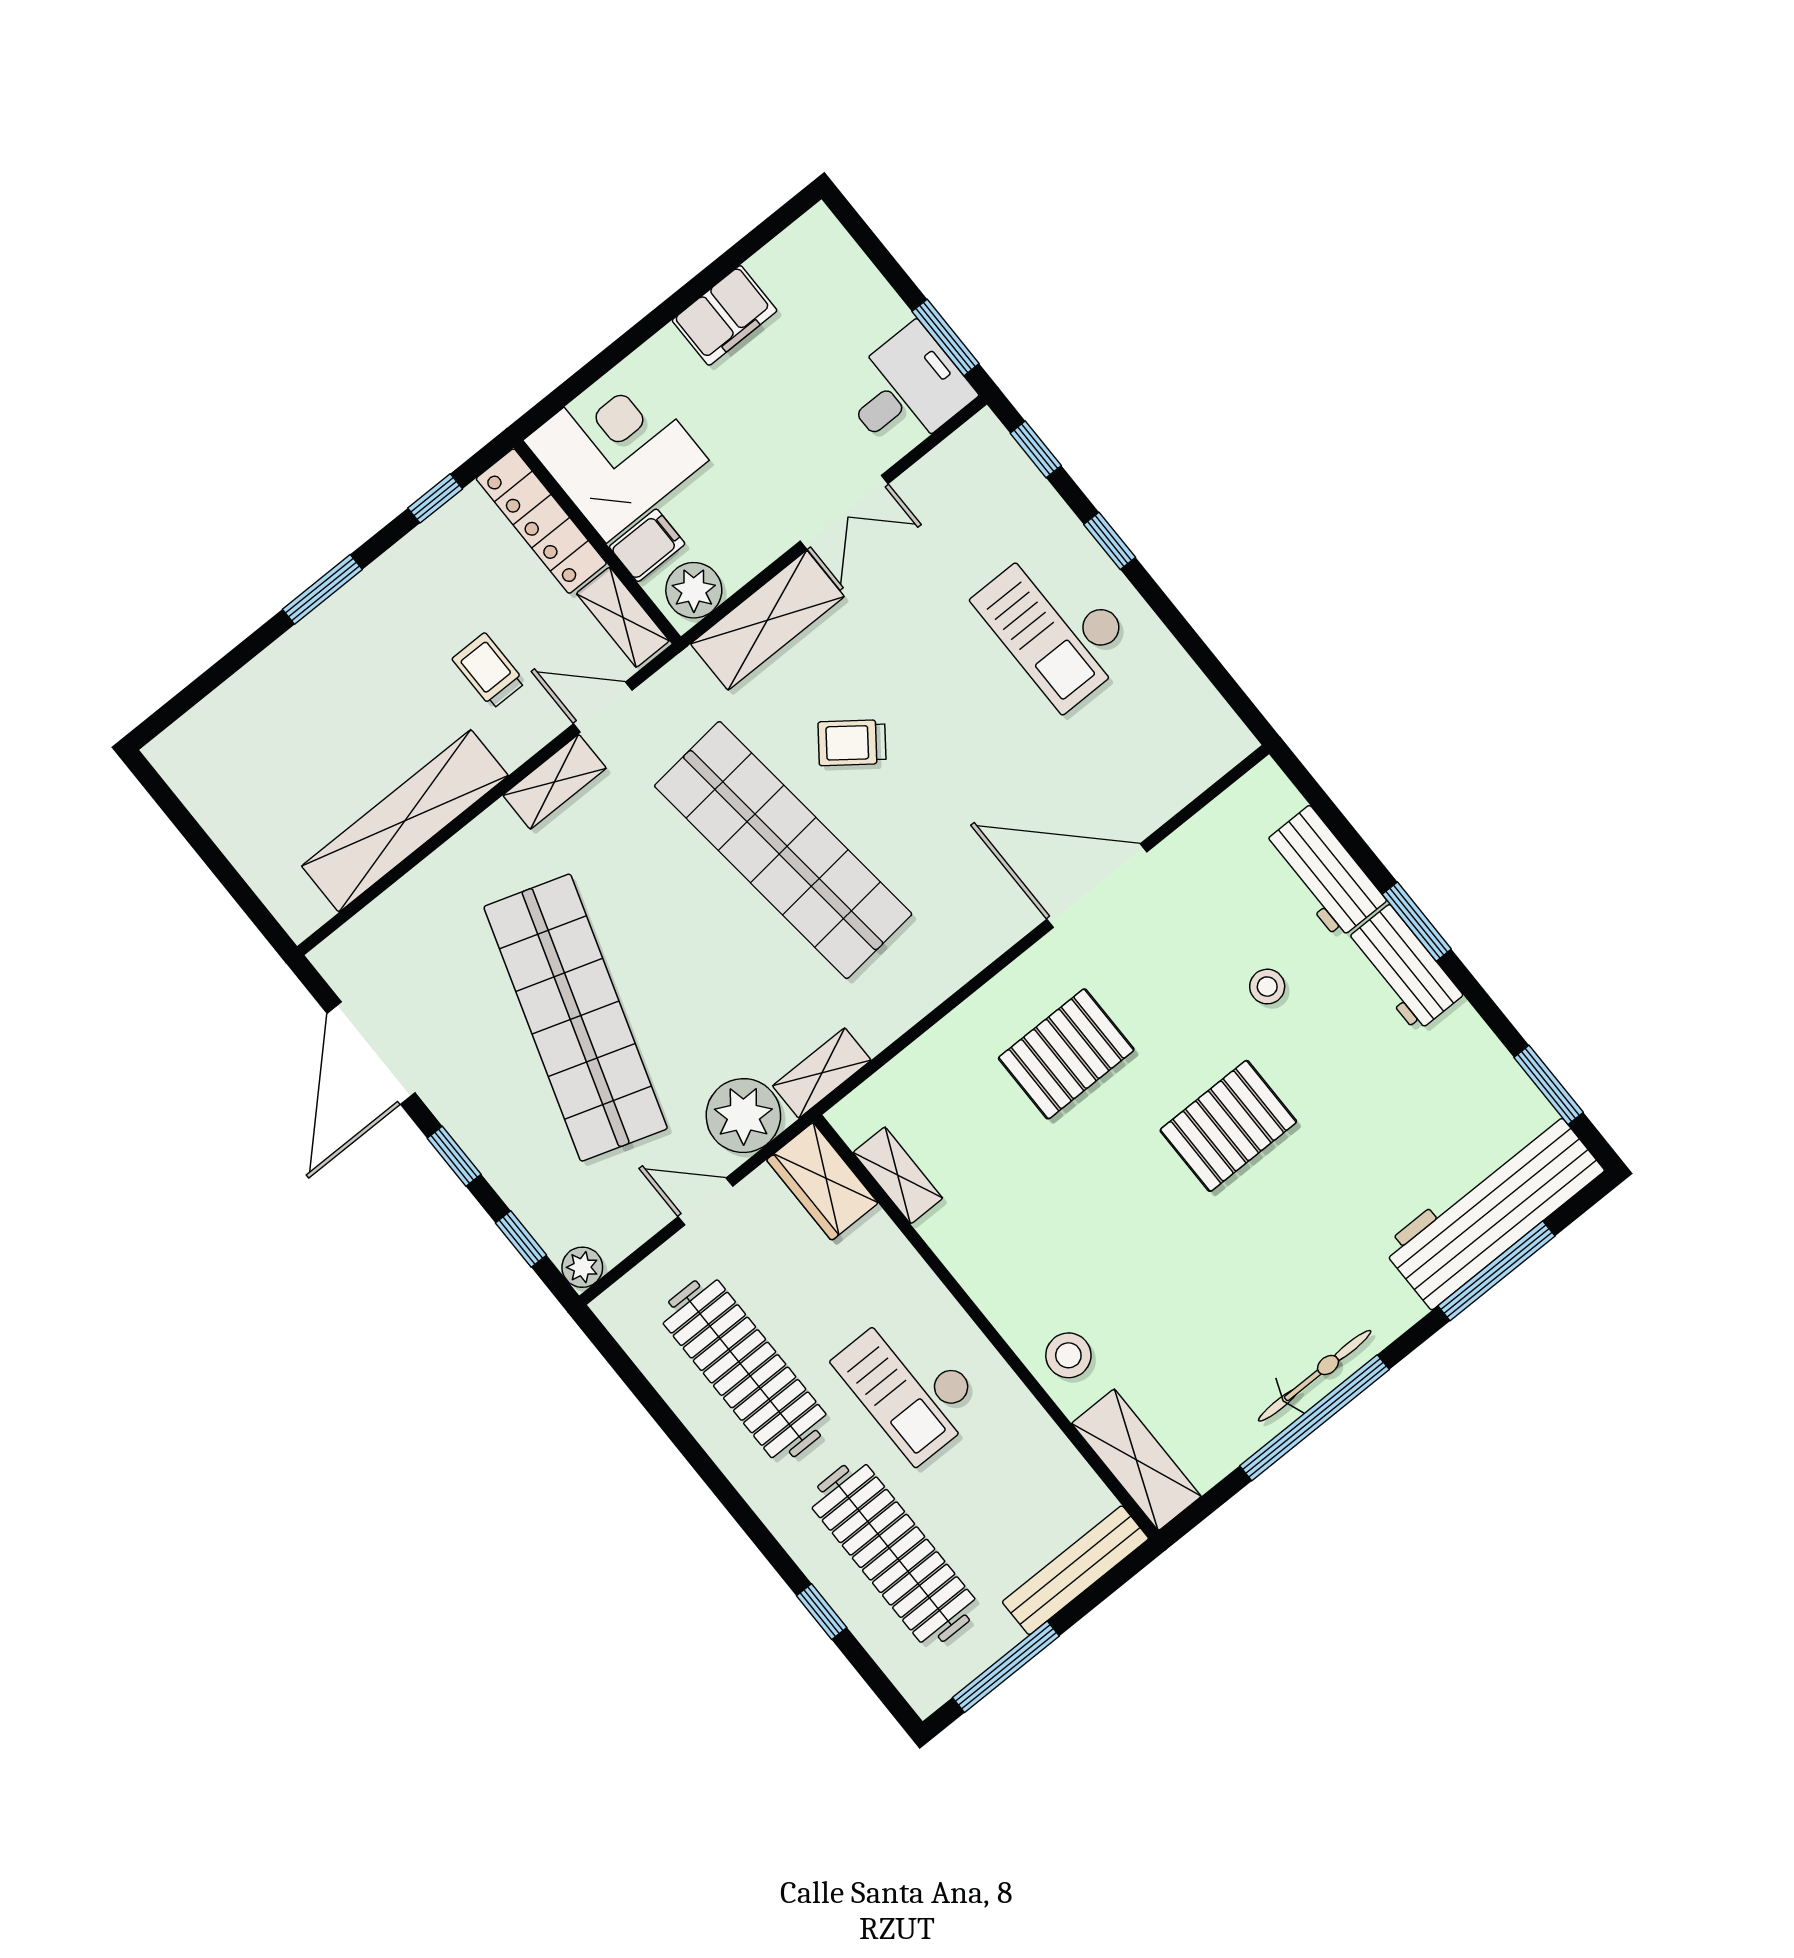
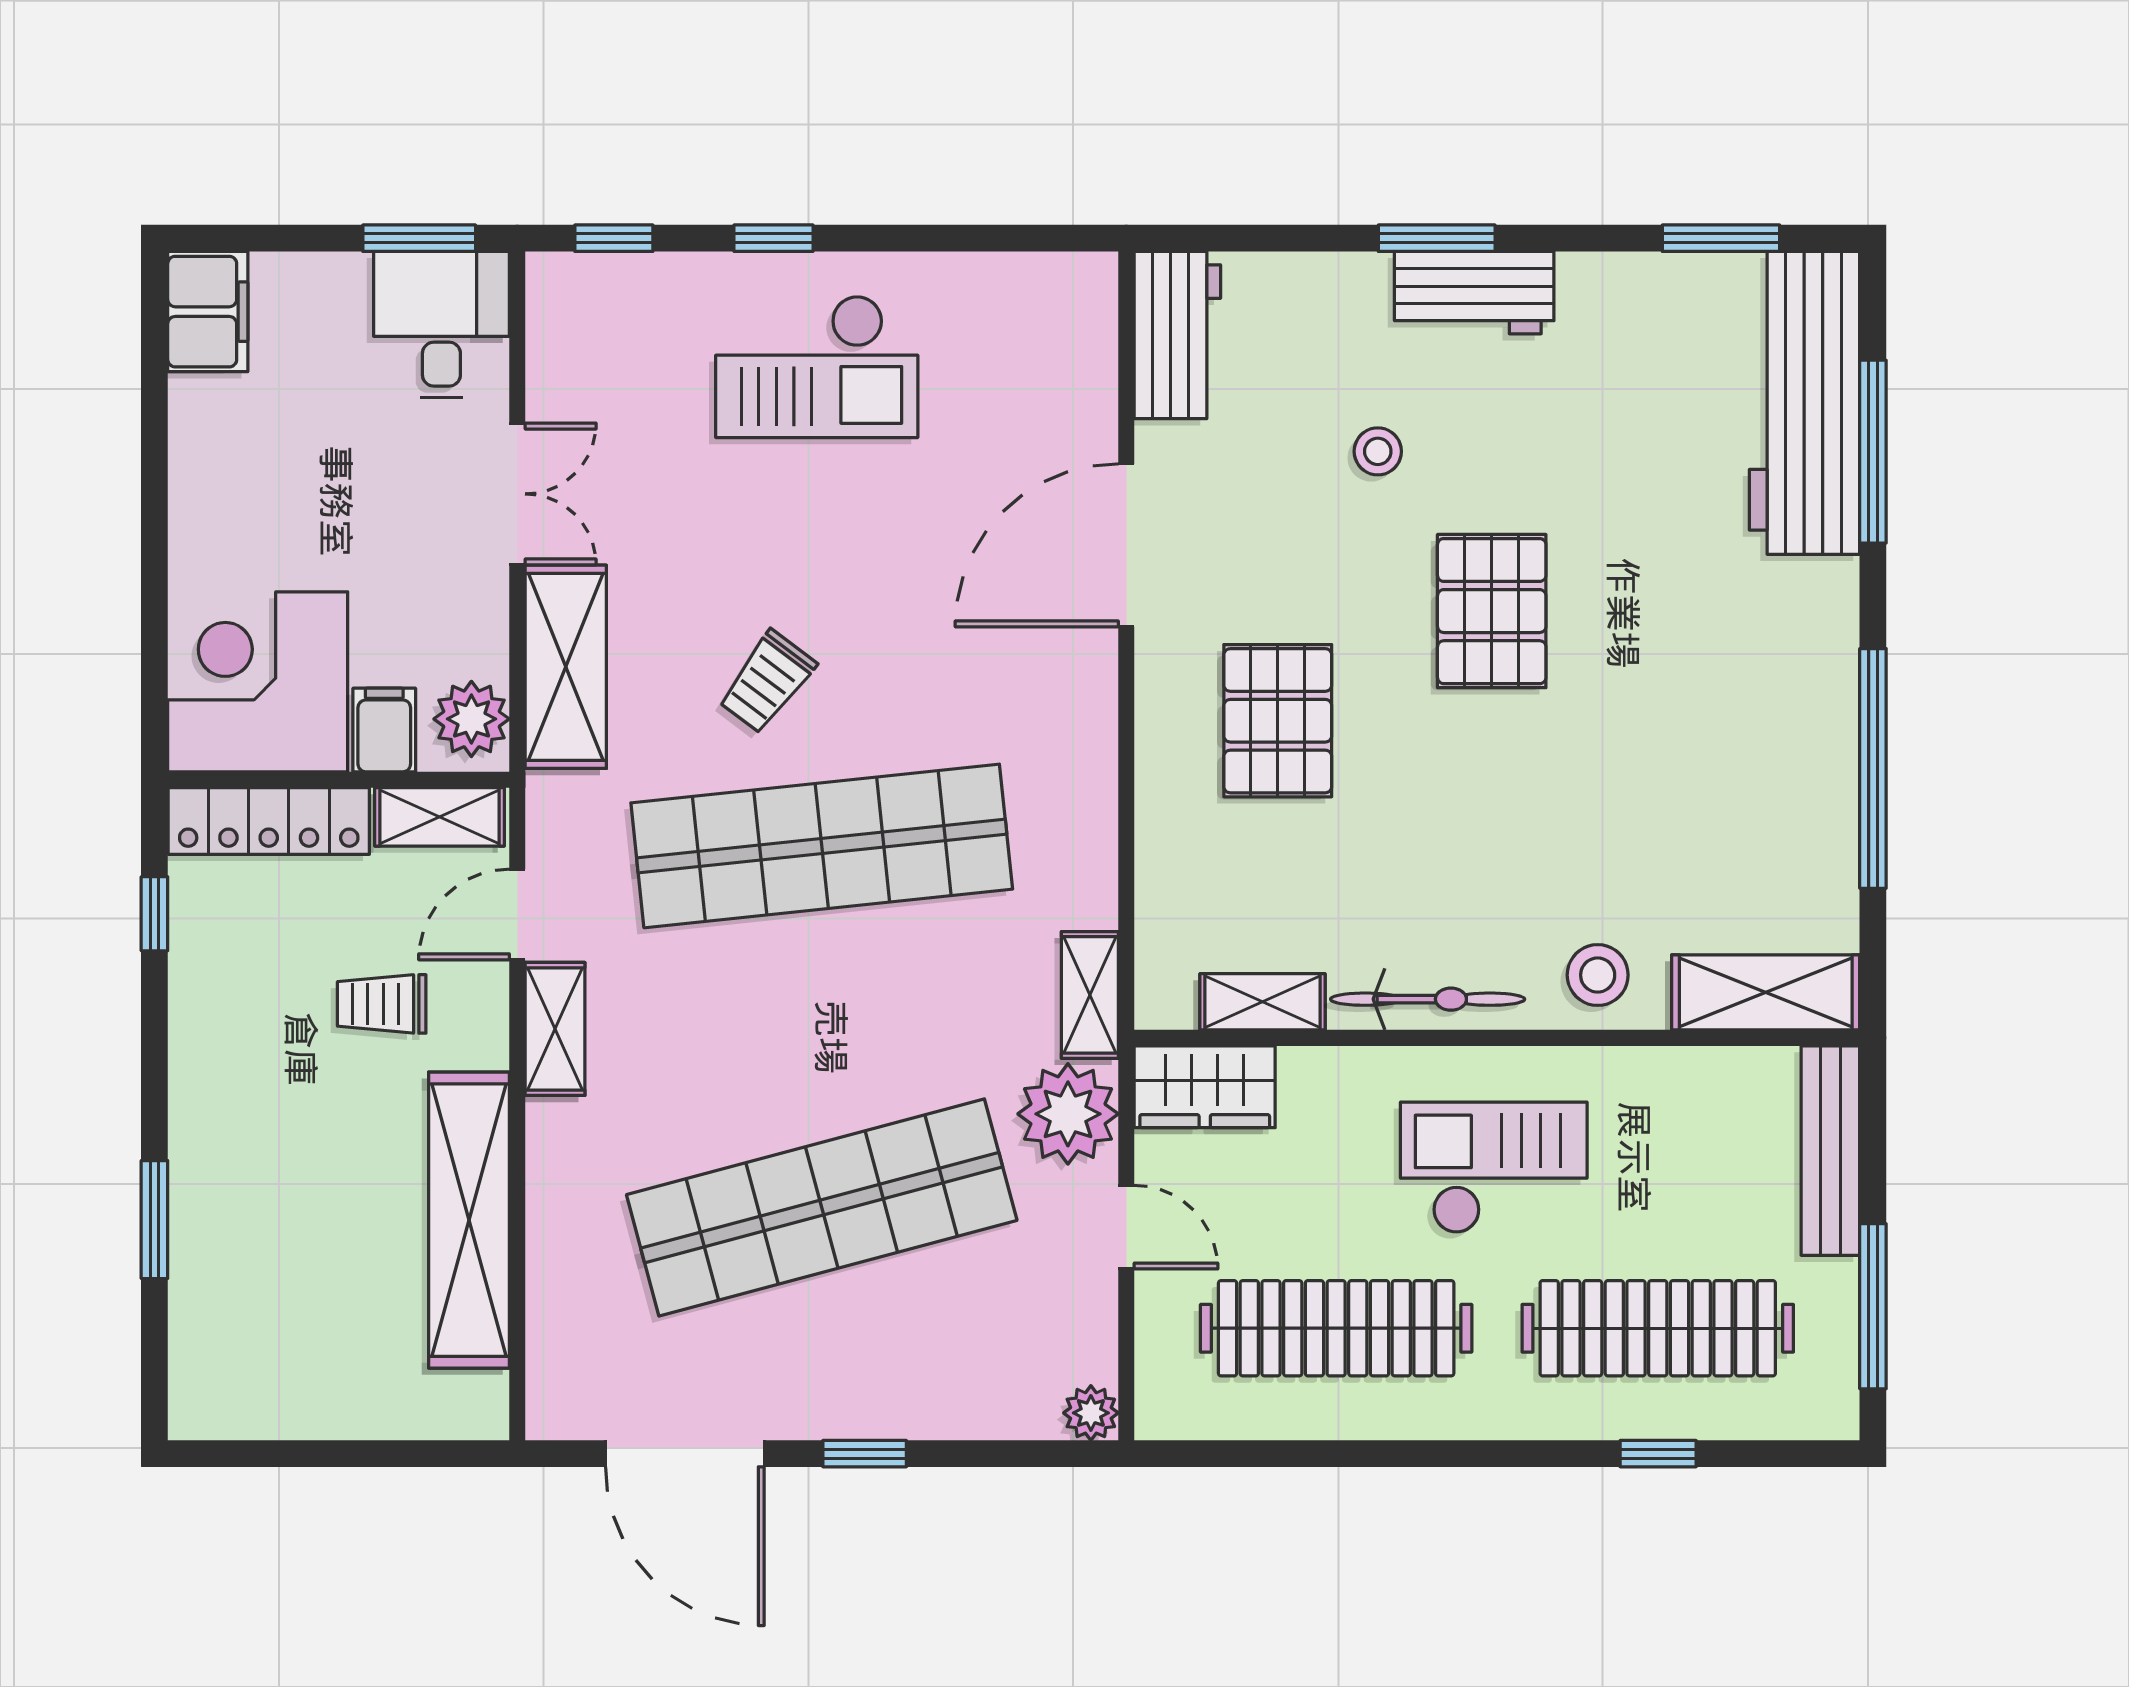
filing cabinet: (725, 315) -> (208, 312), moved
window: (322, 589) -> (154, 1220), moved
workbench: (1324, 872) -> (1177, 335), moved, turned -90
shop shelf: (576, 1018) -> (822, 1208), turned -33
door: (705, 1201) -> (1126, 1227), swing flipped
window: (521, 1239) -> (1009, 1454), removed
bicycle: (1315, 1376) -> (1428, 999), moved, turned 90
checkout: (910, 1385) -> (1494, 1168), turned 180

